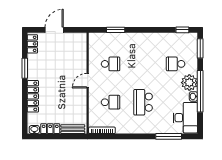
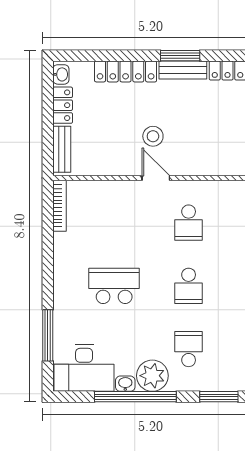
bench: (32, 67) -> (183, 70), added
stool: (66, 82) -> (153, 136), added
school desk: (111, 102) -> (189, 286), moved

